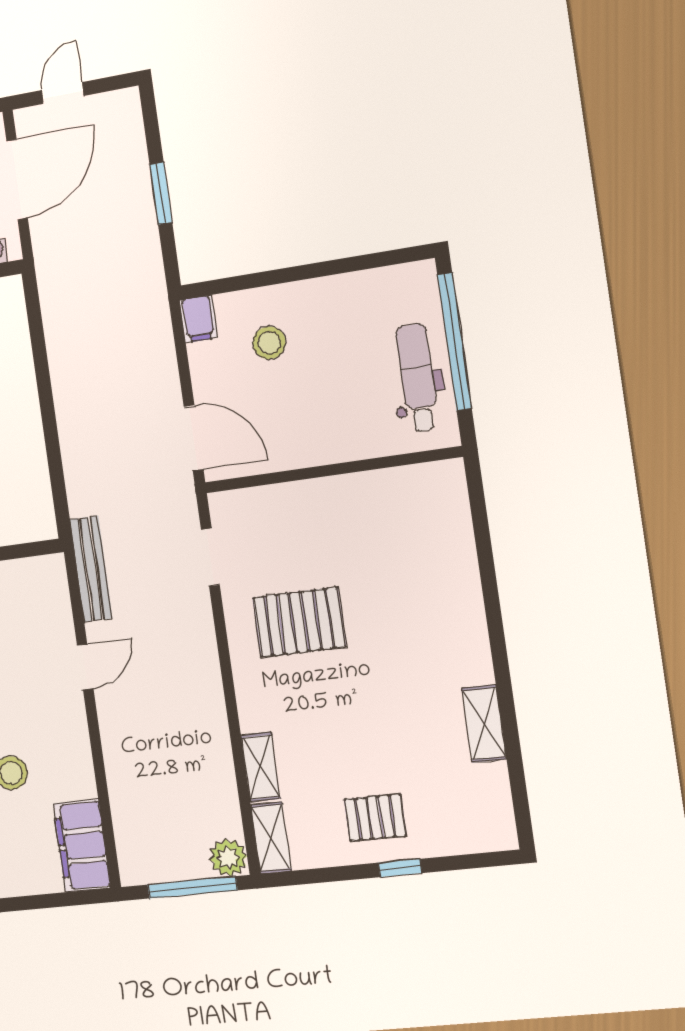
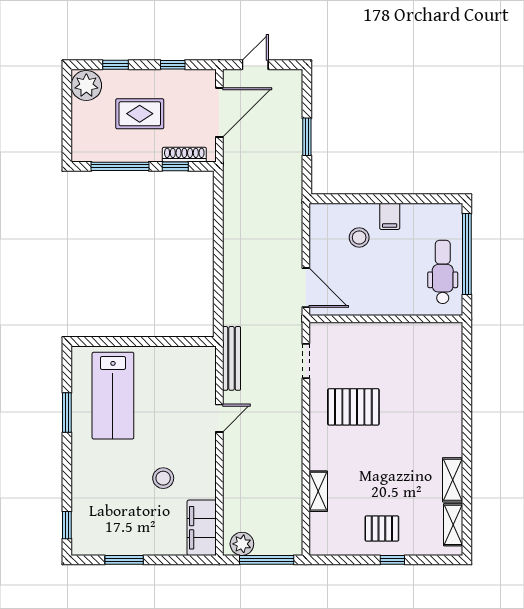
filing cabinet: (198, 319) -> (390, 216), moved
shelving: (271, 838) -> (453, 525), moved
plant: (228, 858) -> (242, 544), moved

